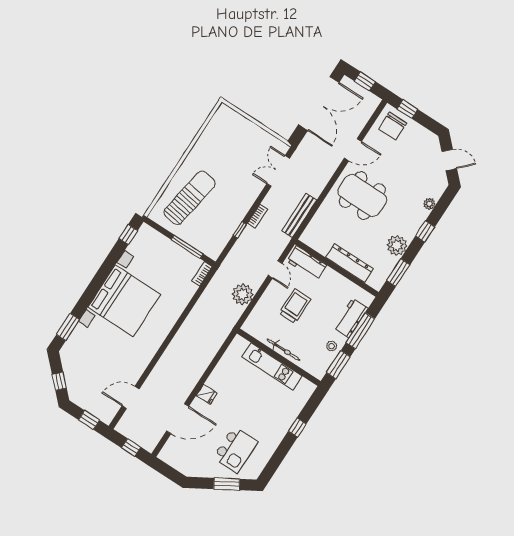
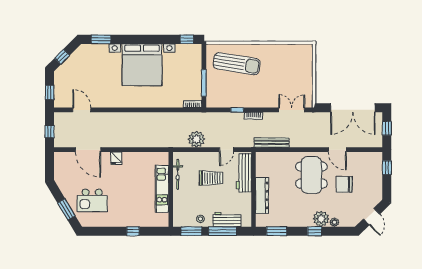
chair: (392, 126) -> (344, 184), moved
plant: (397, 246) -> (321, 219), moved
workbench: (307, 263) -> (244, 173), width x1.38
bicycle: (284, 350) -> (178, 174), moved

